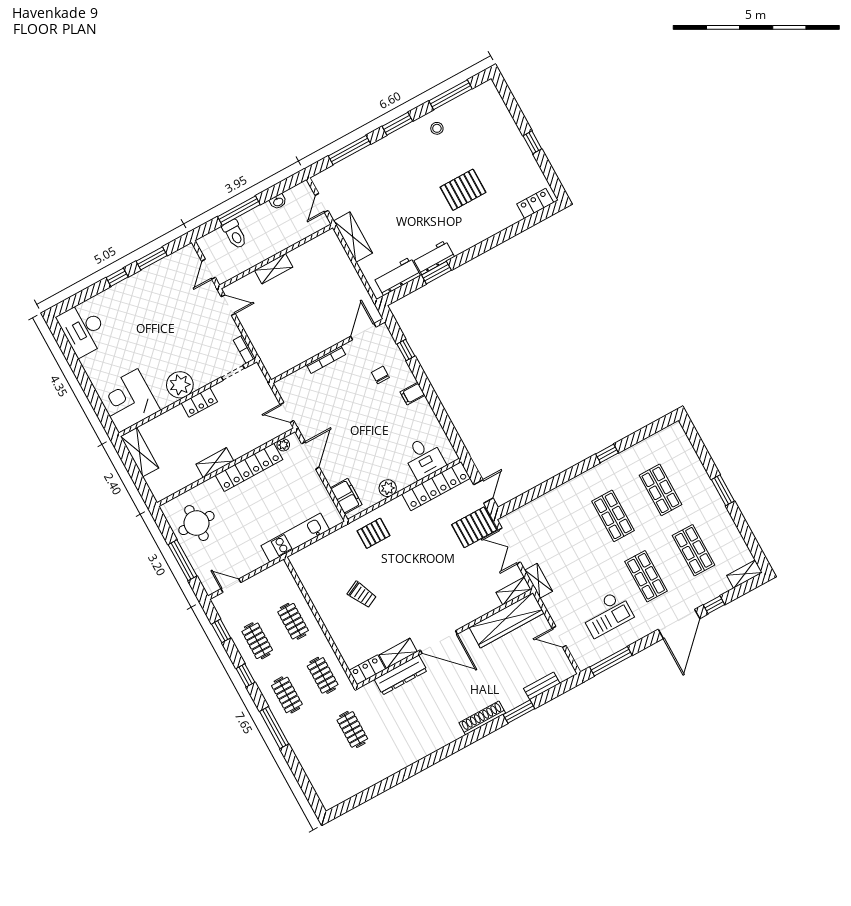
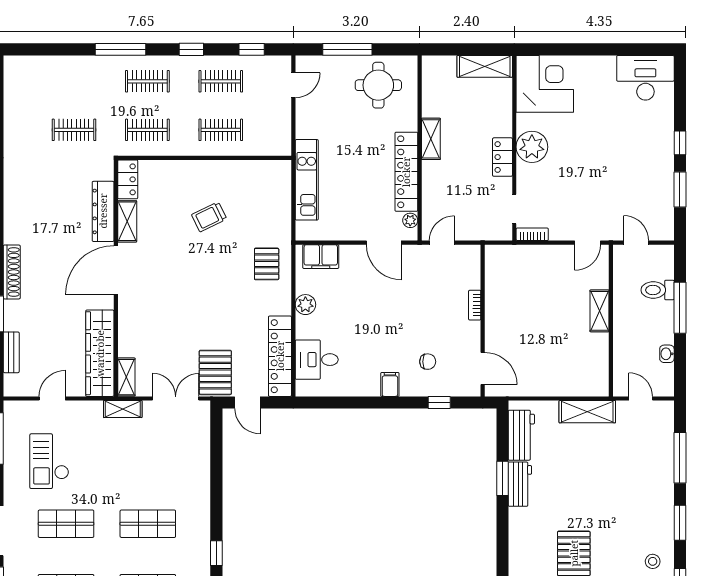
bookcase: (326, 360) -> (475, 305), width x0.64

